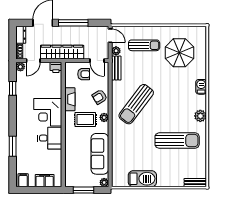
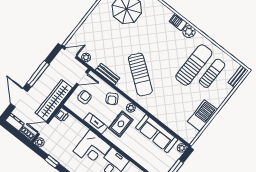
sun lounger: (144, 45) -> (212, 73), moved
door: (33, 61) -> (43, 128), swing flipped
bench: (116, 68) -> (108, 74), moved
barbecue: (201, 87) -> (178, 22), moved

